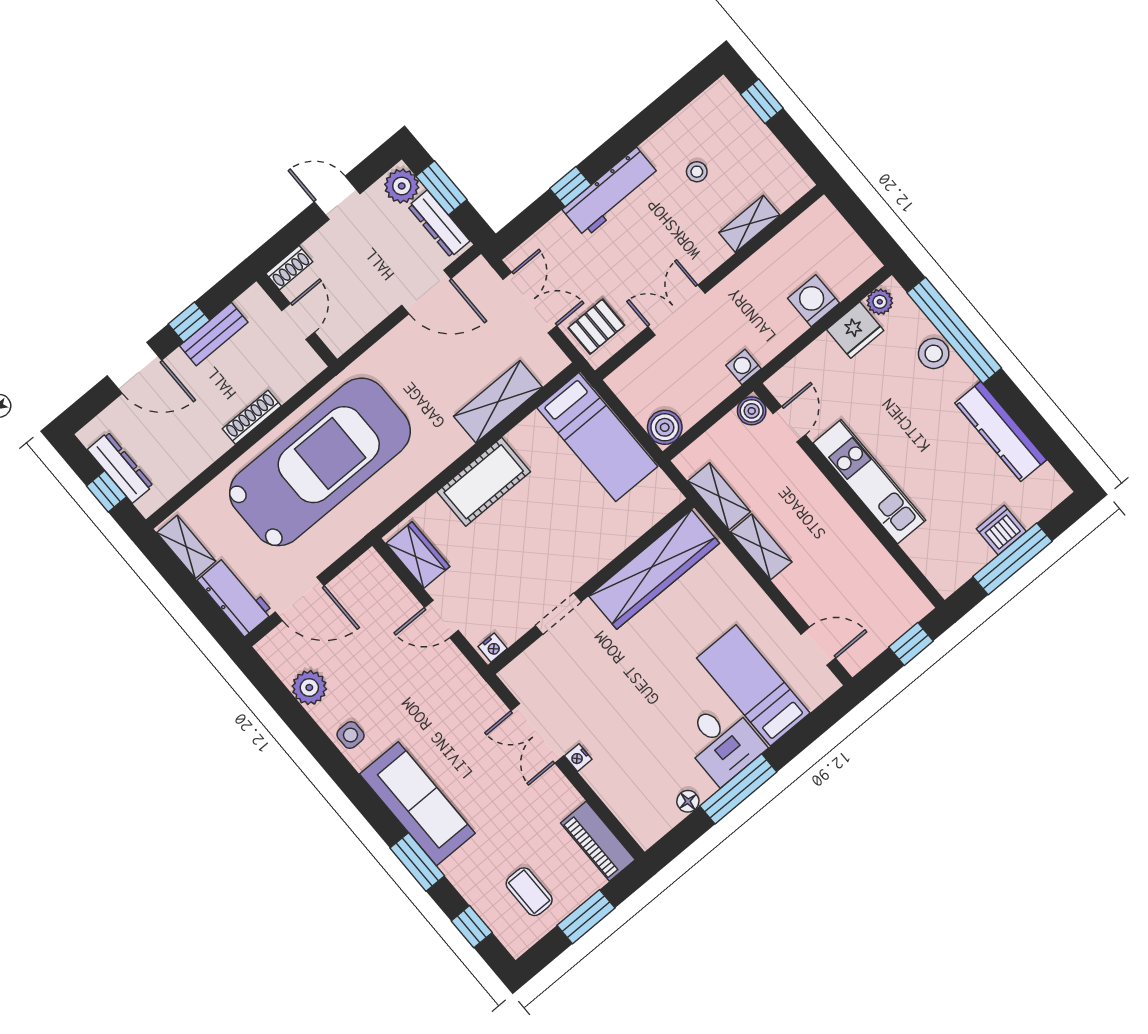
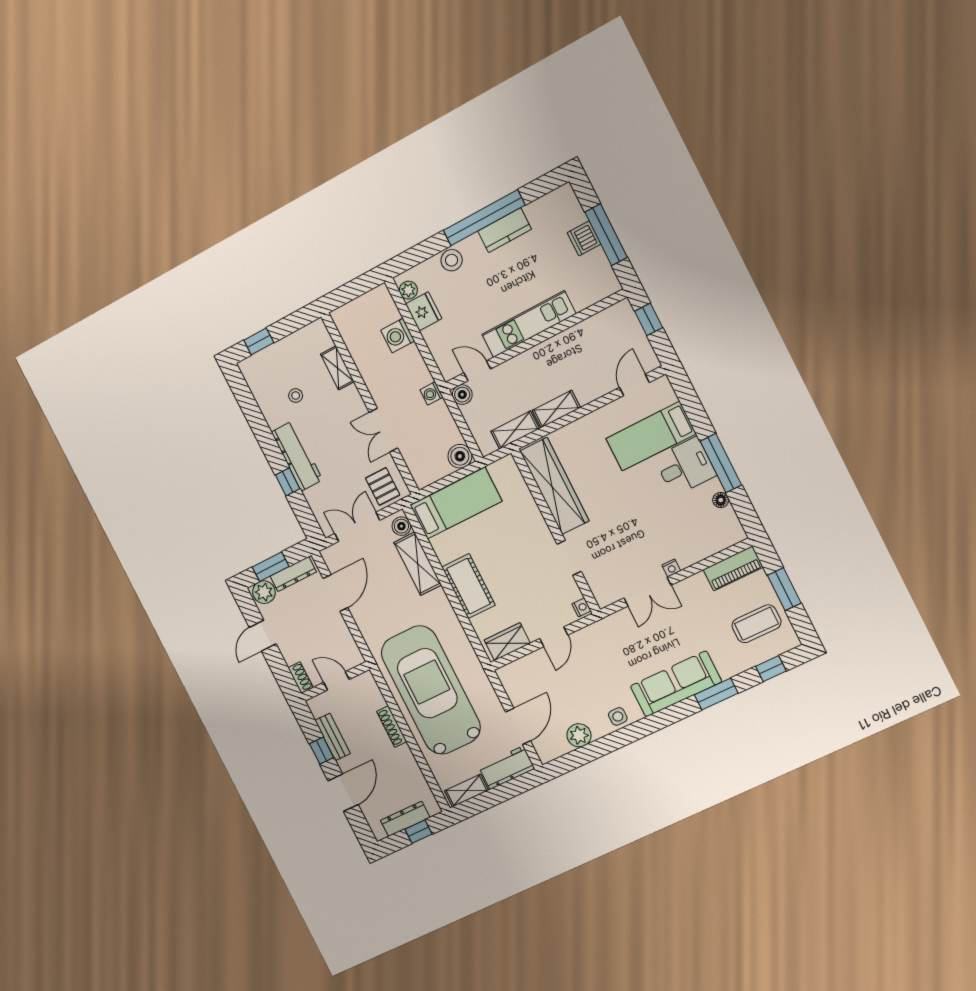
window: (954, 330) -> (484, 218), moved
boiler: (546, 366) -> (401, 526), added
kitchen counter: (1001, 431) -> (505, 230), width x0.67
coffee table: (529, 892) -> (756, 624), width x1.36, depth x1.30

